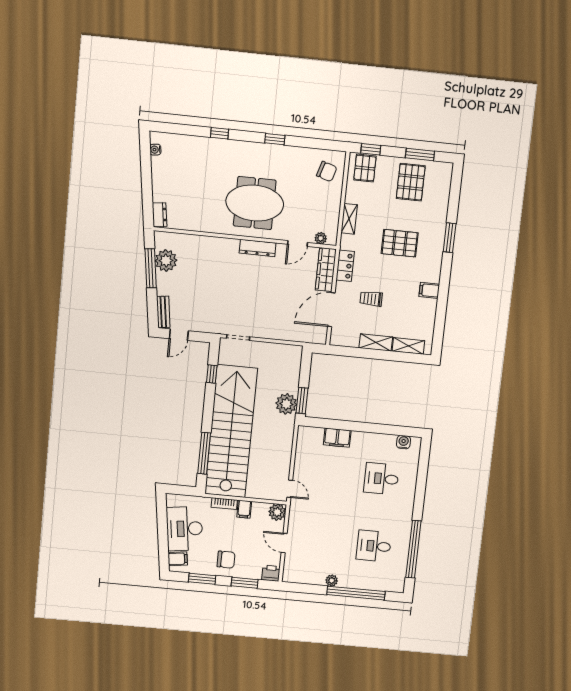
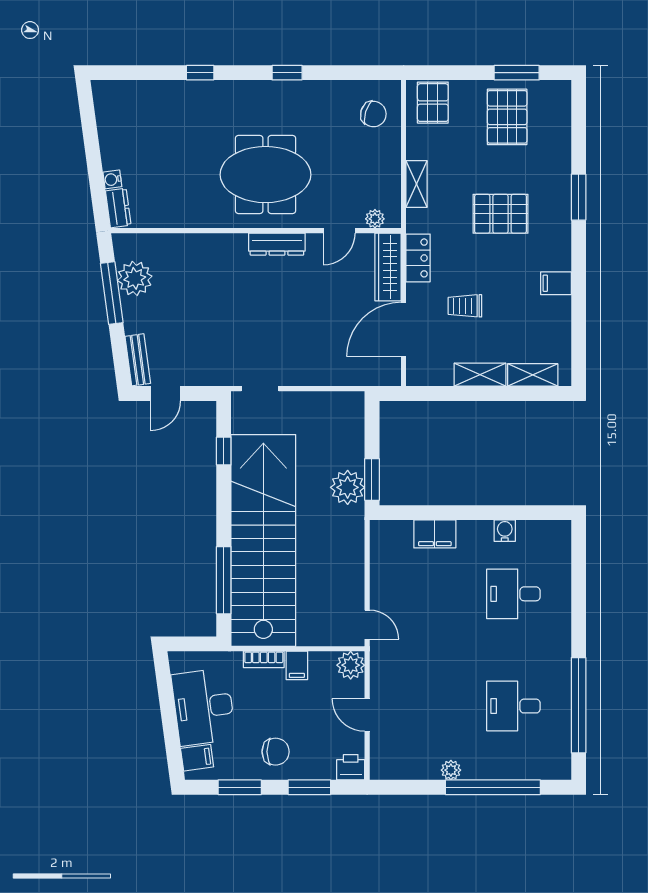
window: (371, 149) -> (439, 73), removed
water cooler: (155, 150) -> (112, 179), moved
water cooler: (403, 442) -> (505, 531), moved

